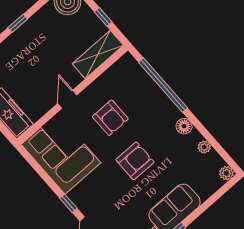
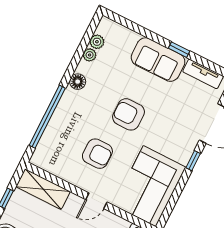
armchair: (110, 118) -> (97, 154), turned 90
plant: (226, 173) -> (97, 42), moved

